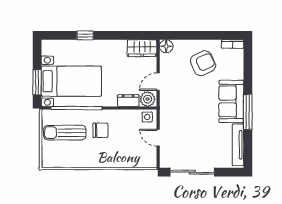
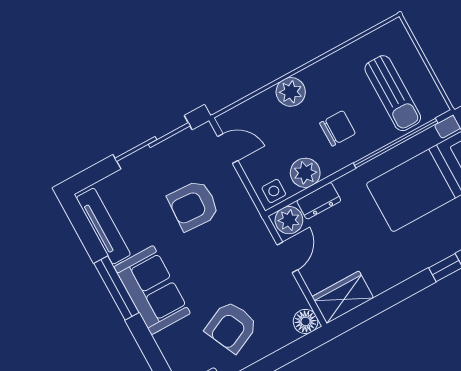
plant: (127, 117) -> (305, 173), added
chair: (100, 130) -> (338, 128), turned 180
armchair: (189, 131) -> (194, 205), added
sun lounger: (65, 133) -> (393, 93), turned 90
door: (158, 138) -> (228, 149), moved
plant: (113, 160) -> (291, 92), added

